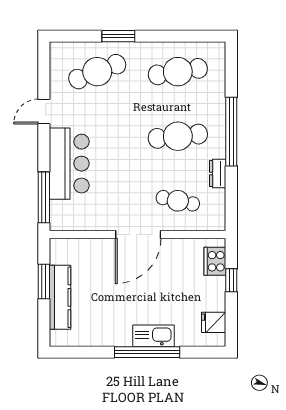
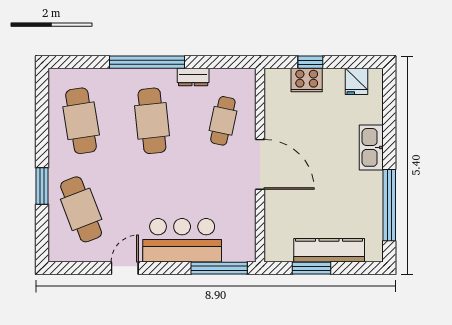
door: (44, 111) -> (125, 268), swing flipped
cooker: (215, 261) -> (307, 80), moved
window: (147, 352) -> (389, 205), moved

